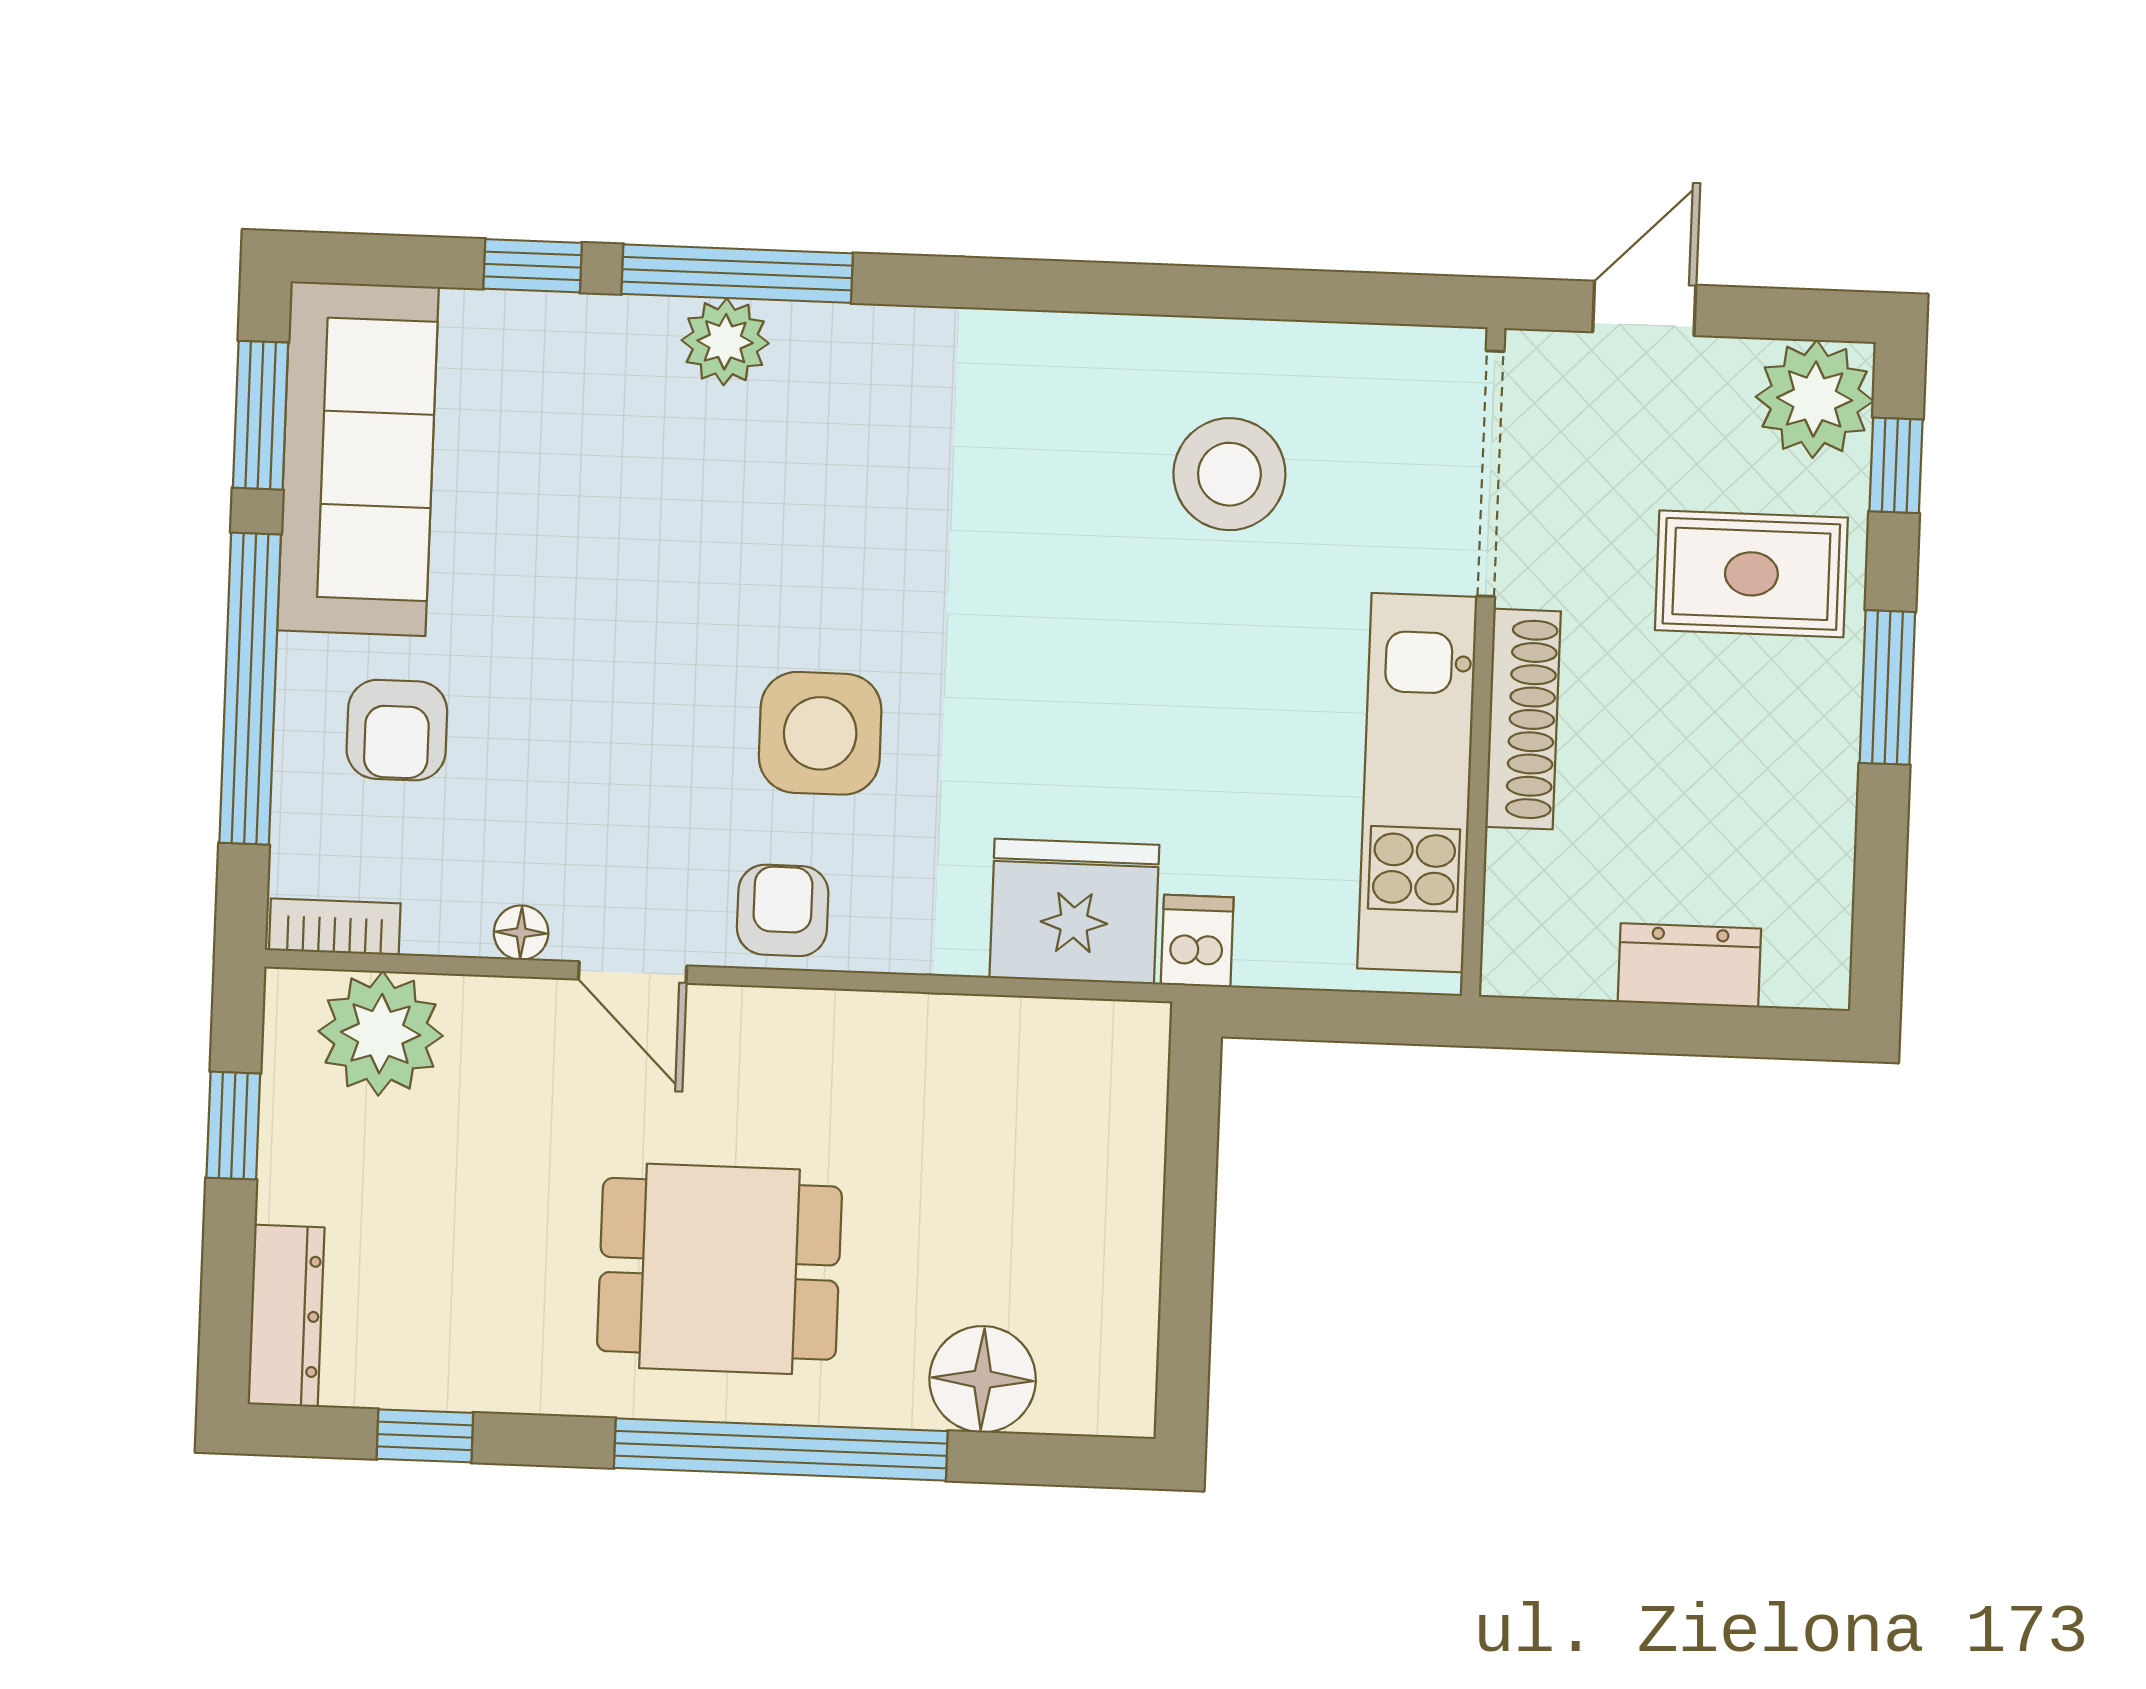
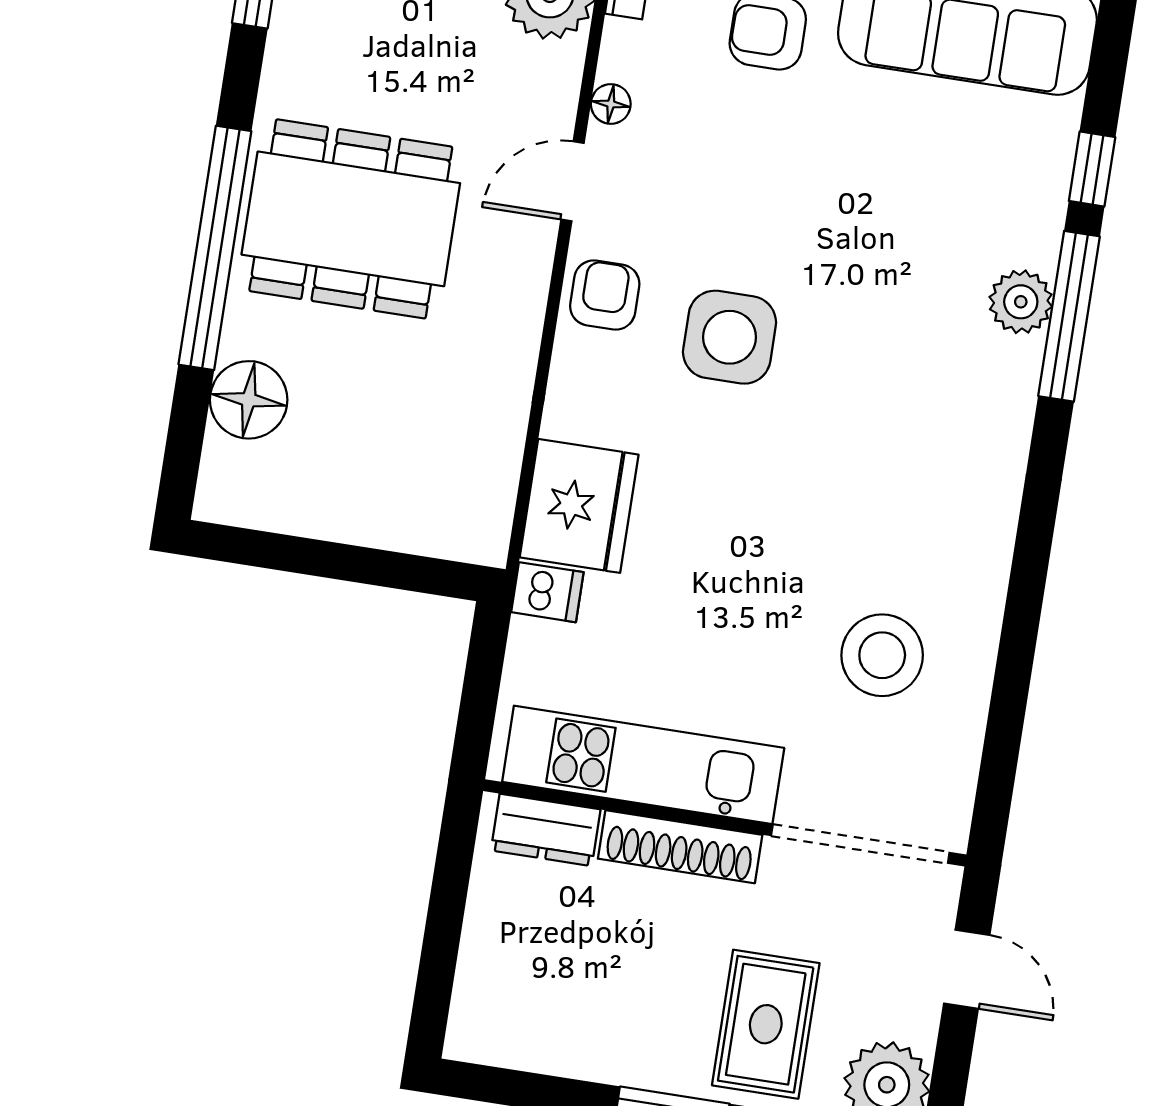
armchair: (783, 910) -> (605, 295), turned -90
dresser: (1689, 965) -> (546, 830), moved, turned 90
dining table: (719, 1269) -> (351, 219), width x1.38

